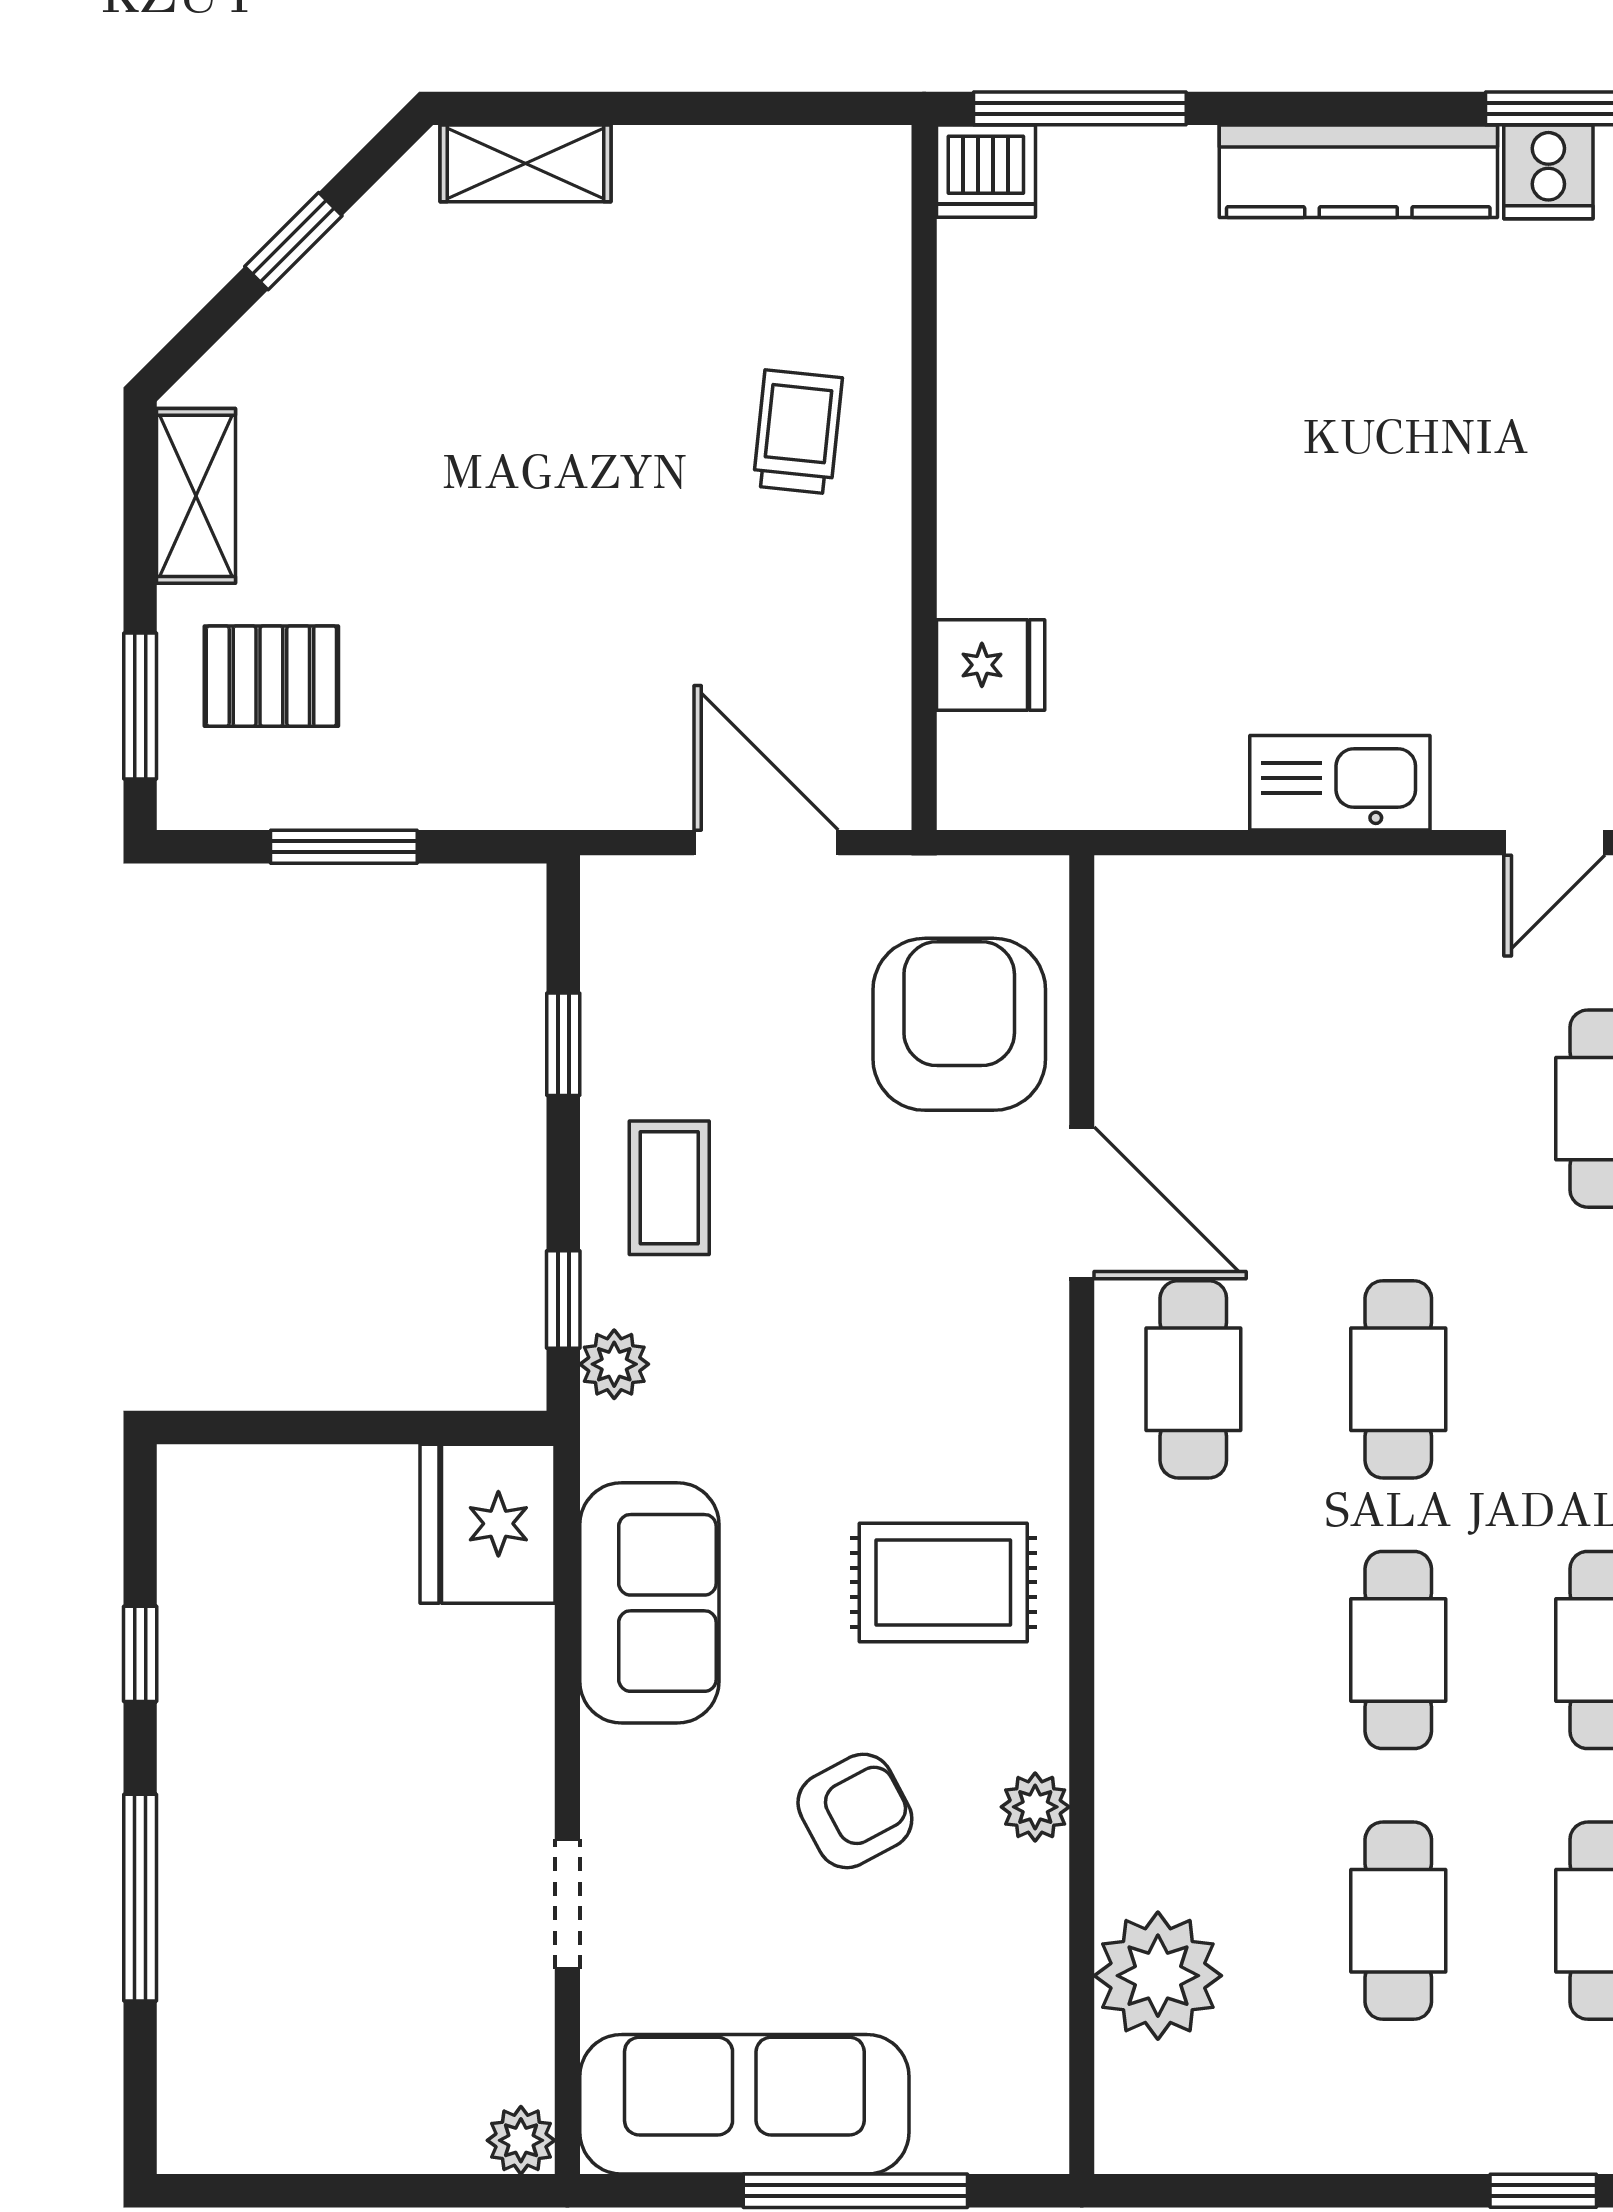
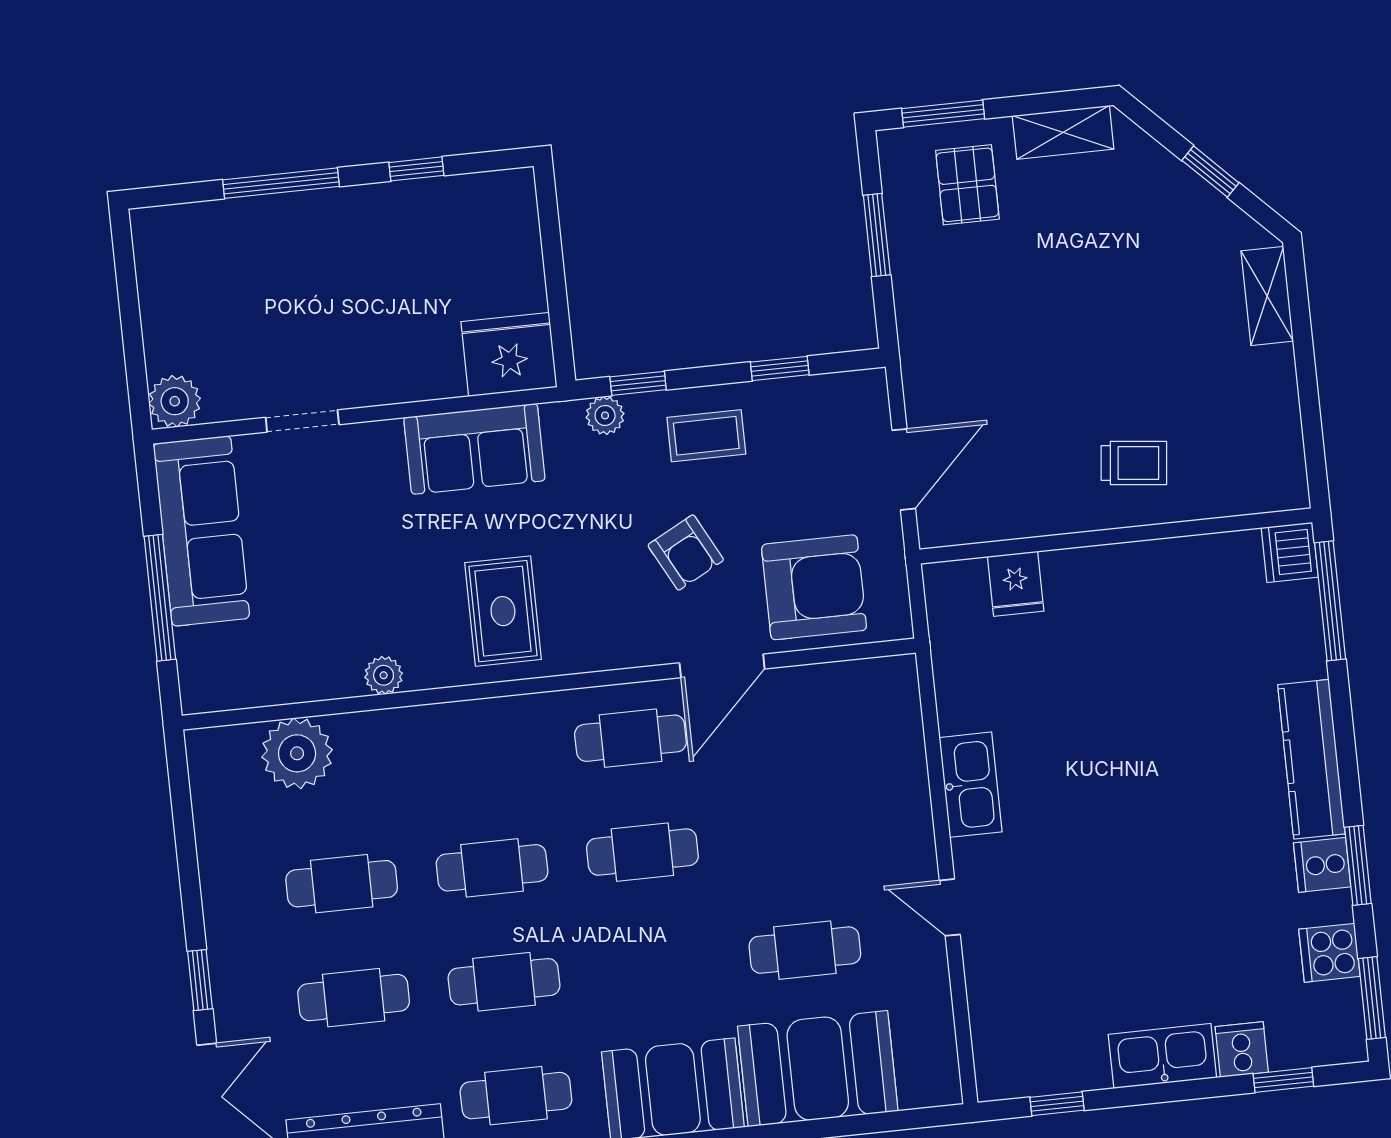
armchair: (855, 1811) -> (686, 553), moved
plant: (521, 2140) -> (175, 401), width x1.38, depth x1.38

